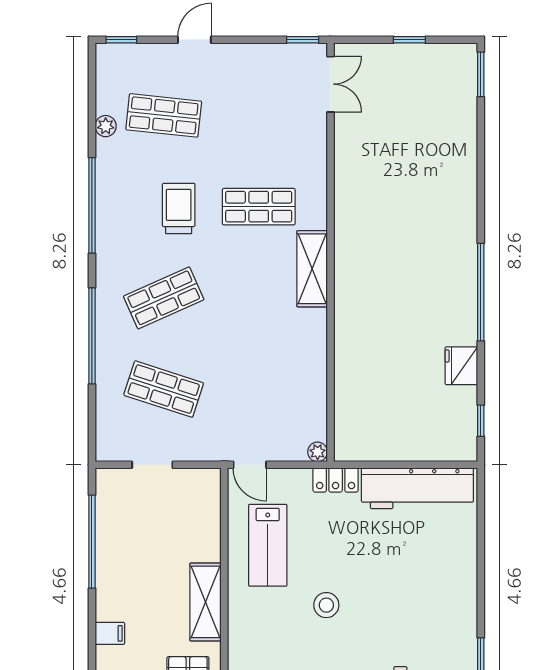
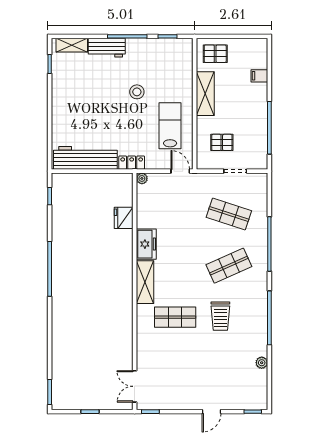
shop shelf: (164, 115) -> (229, 369), removed
freezer: (310, 336) -> (146, 244), added
fridge: (461, 366) -> (124, 218), moved, turned 180
pallet: (176, 516) -> (222, 142), added

